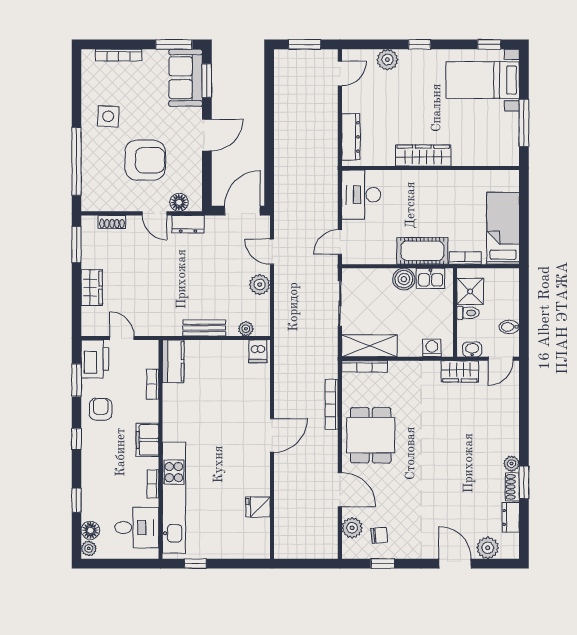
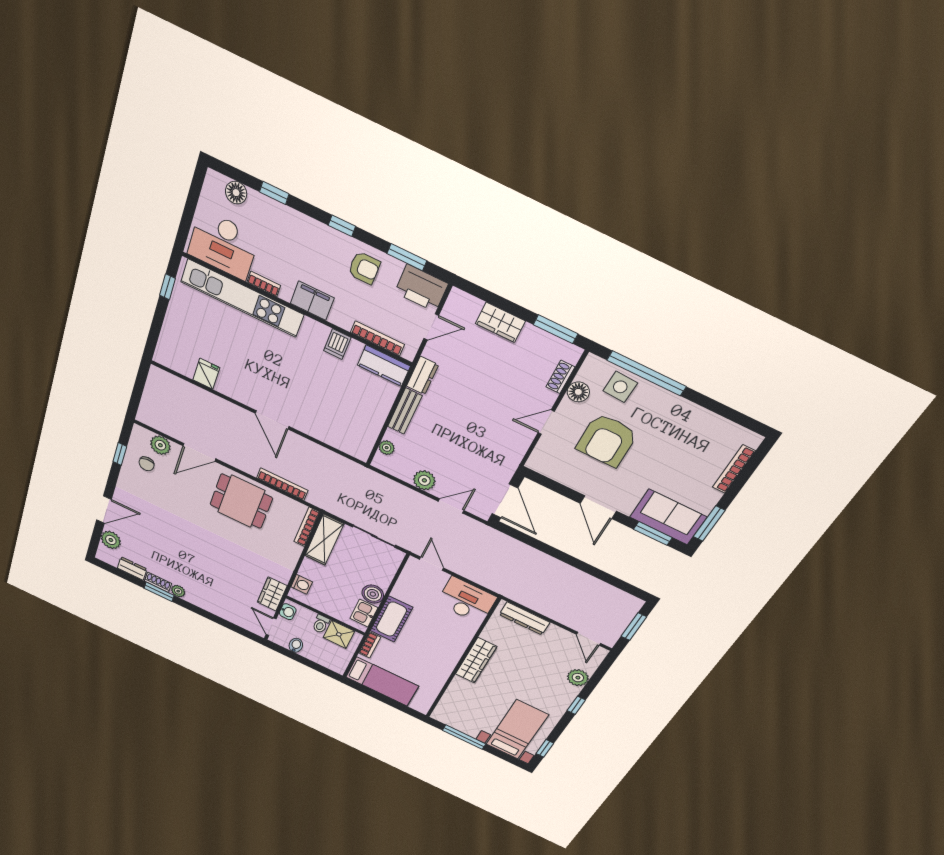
side table: (108, 116) -> (620, 387), moved
floor lamp: (179, 202) -> (578, 392), moved
dresser: (188, 224) -> (422, 376), moved, turned 180
dishwasher: (258, 351) -> (337, 344), moved, turned -90
bookcase: (153, 384) -> (377, 338), width x1.56
desk: (137, 528) -> (223, 245), width x1.37
plant: (89, 548) -> (217, 181), removed

